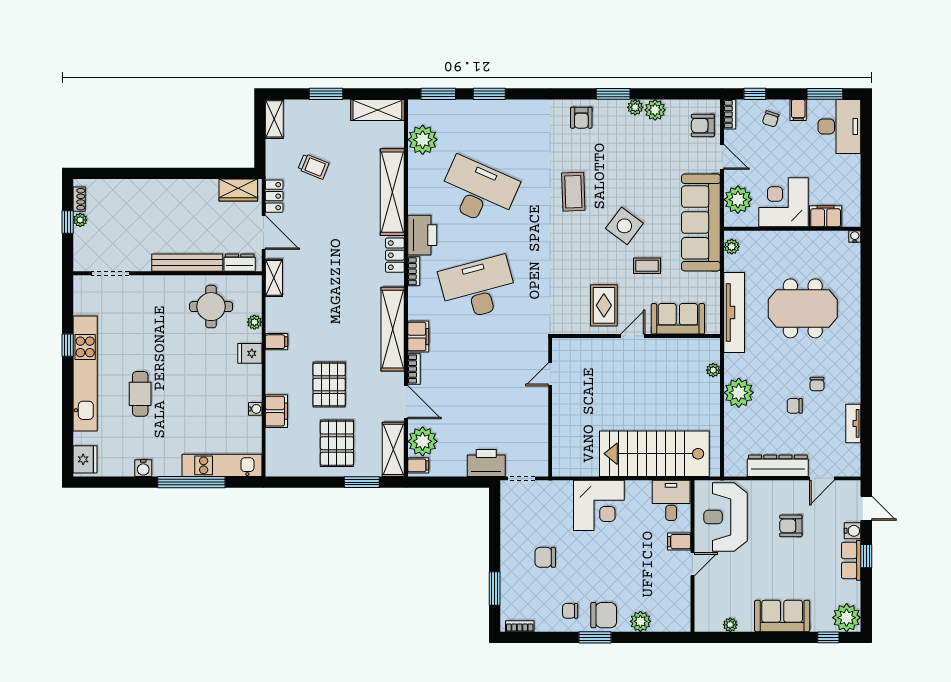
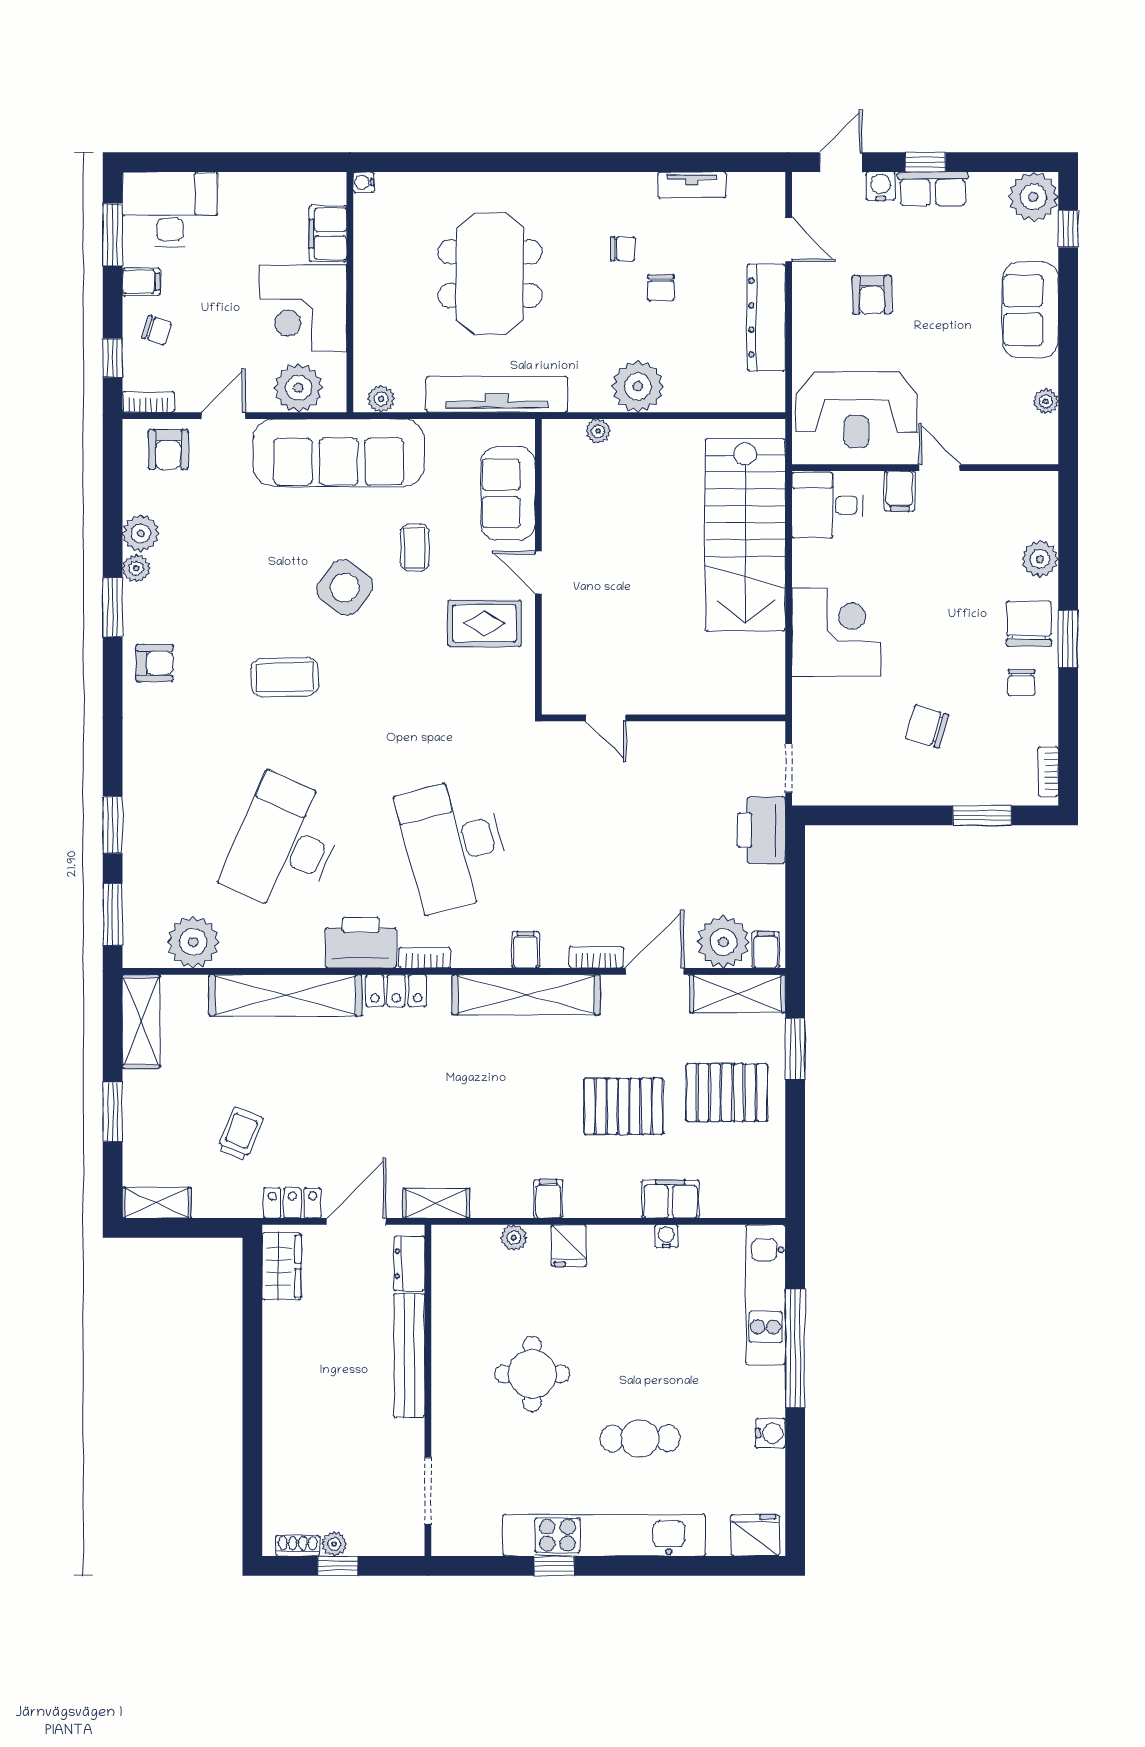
round table: (211, 307) -> (532, 1374), moved
filing cabinet: (418, 337) -> (526, 950), width x0.50
chair: (545, 557) -> (927, 726), turned 107

